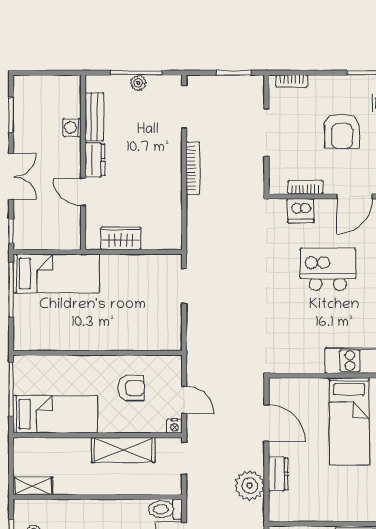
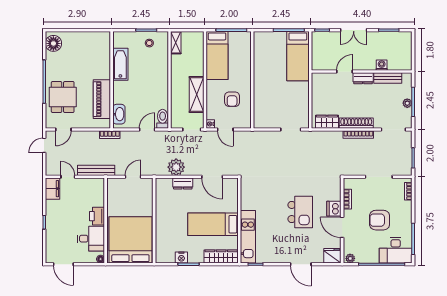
shoe rack: (173, 172) -> (356, 123), added
dishwasher: (301, 211) -> (334, 209), moved
wardrobe: (121, 238) -> (327, 122), moved, turned -90
door: (184, 400) -> (225, 129), hinge flipped
door: (266, 423) -> (212, 177), hinge flipped

